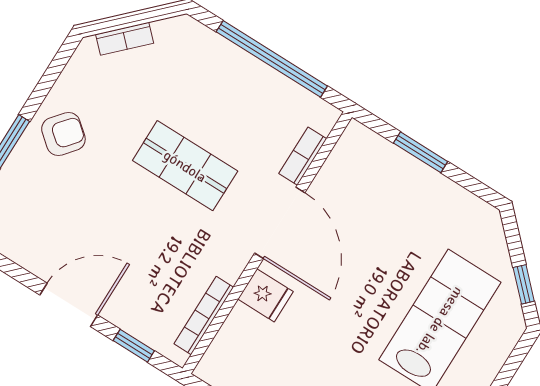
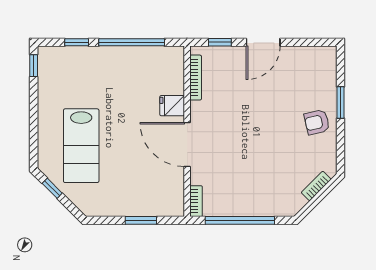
armchair: (63, 134) -> (317, 122), turned 37
bookcase: (303, 156) -> (196, 201), moved
shop shelf: (185, 166) -> (249, 143), removed

